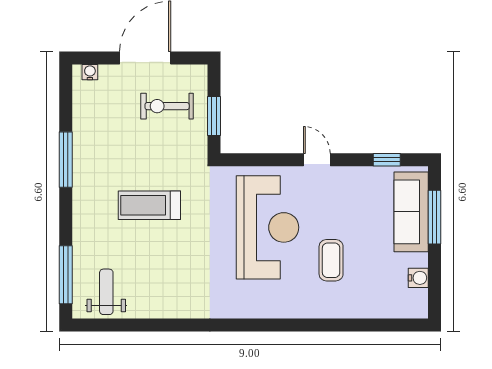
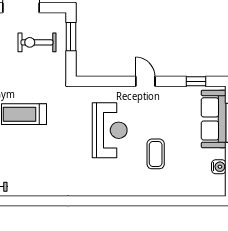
window: (214, 116) -> (71, 37), moved
reception desk: (268, 227) -> (110, 130), width x0.74, depth x0.77

